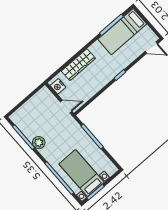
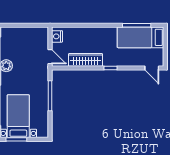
wardrobe: (78, 65) -> (86, 60), moved, turned 180

